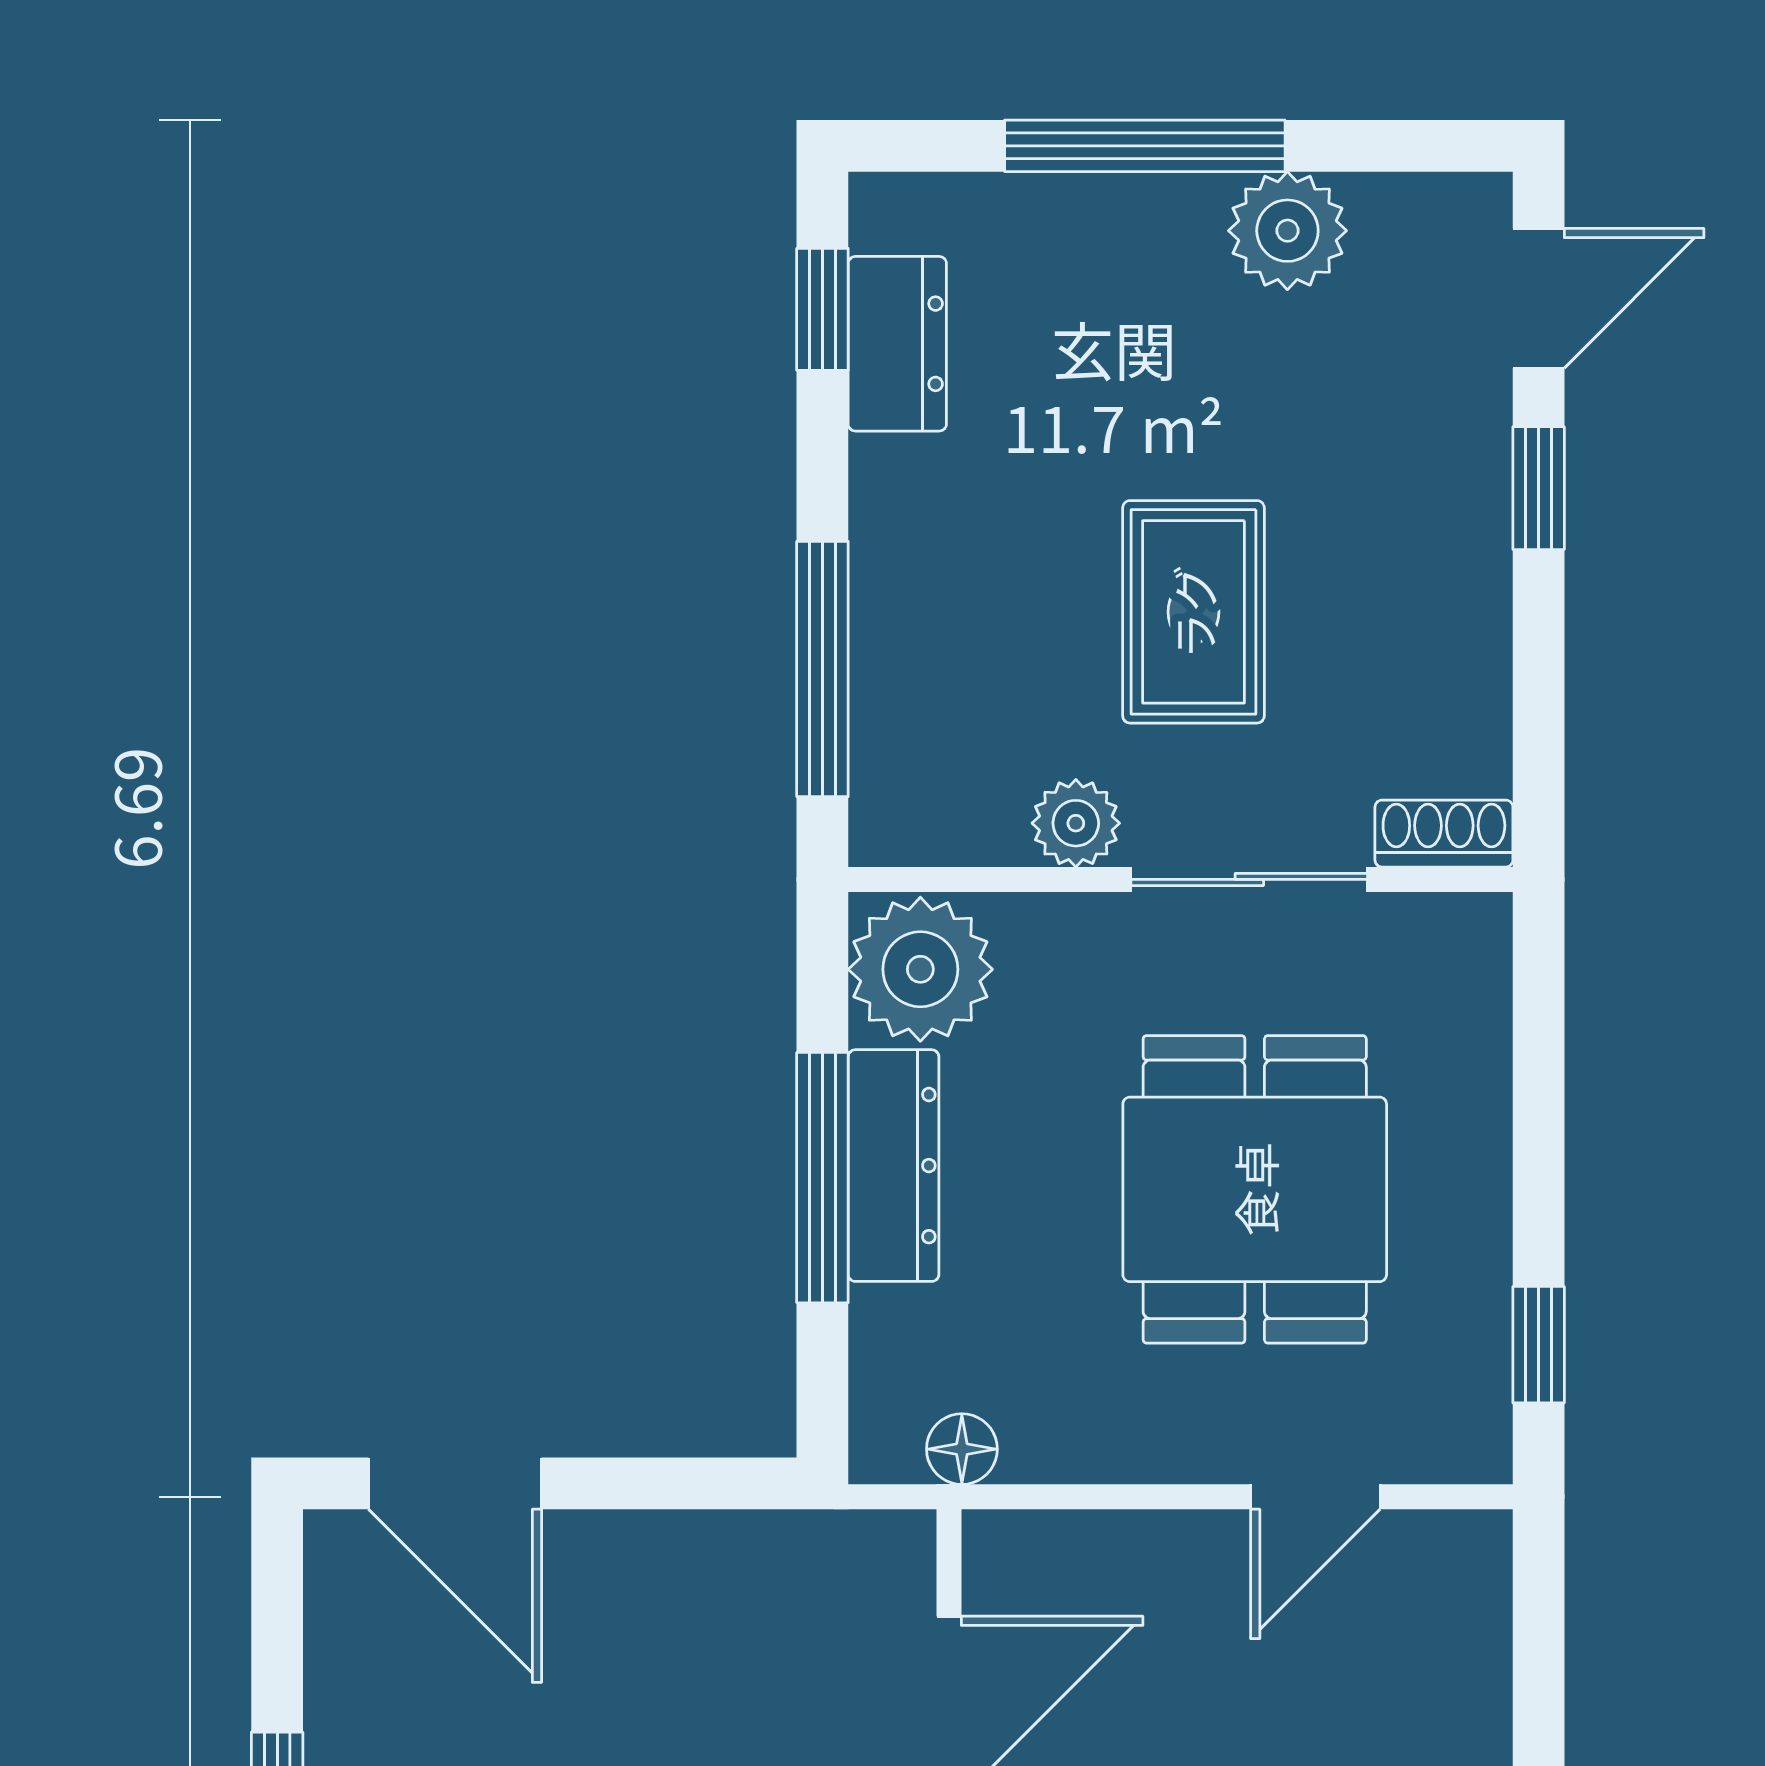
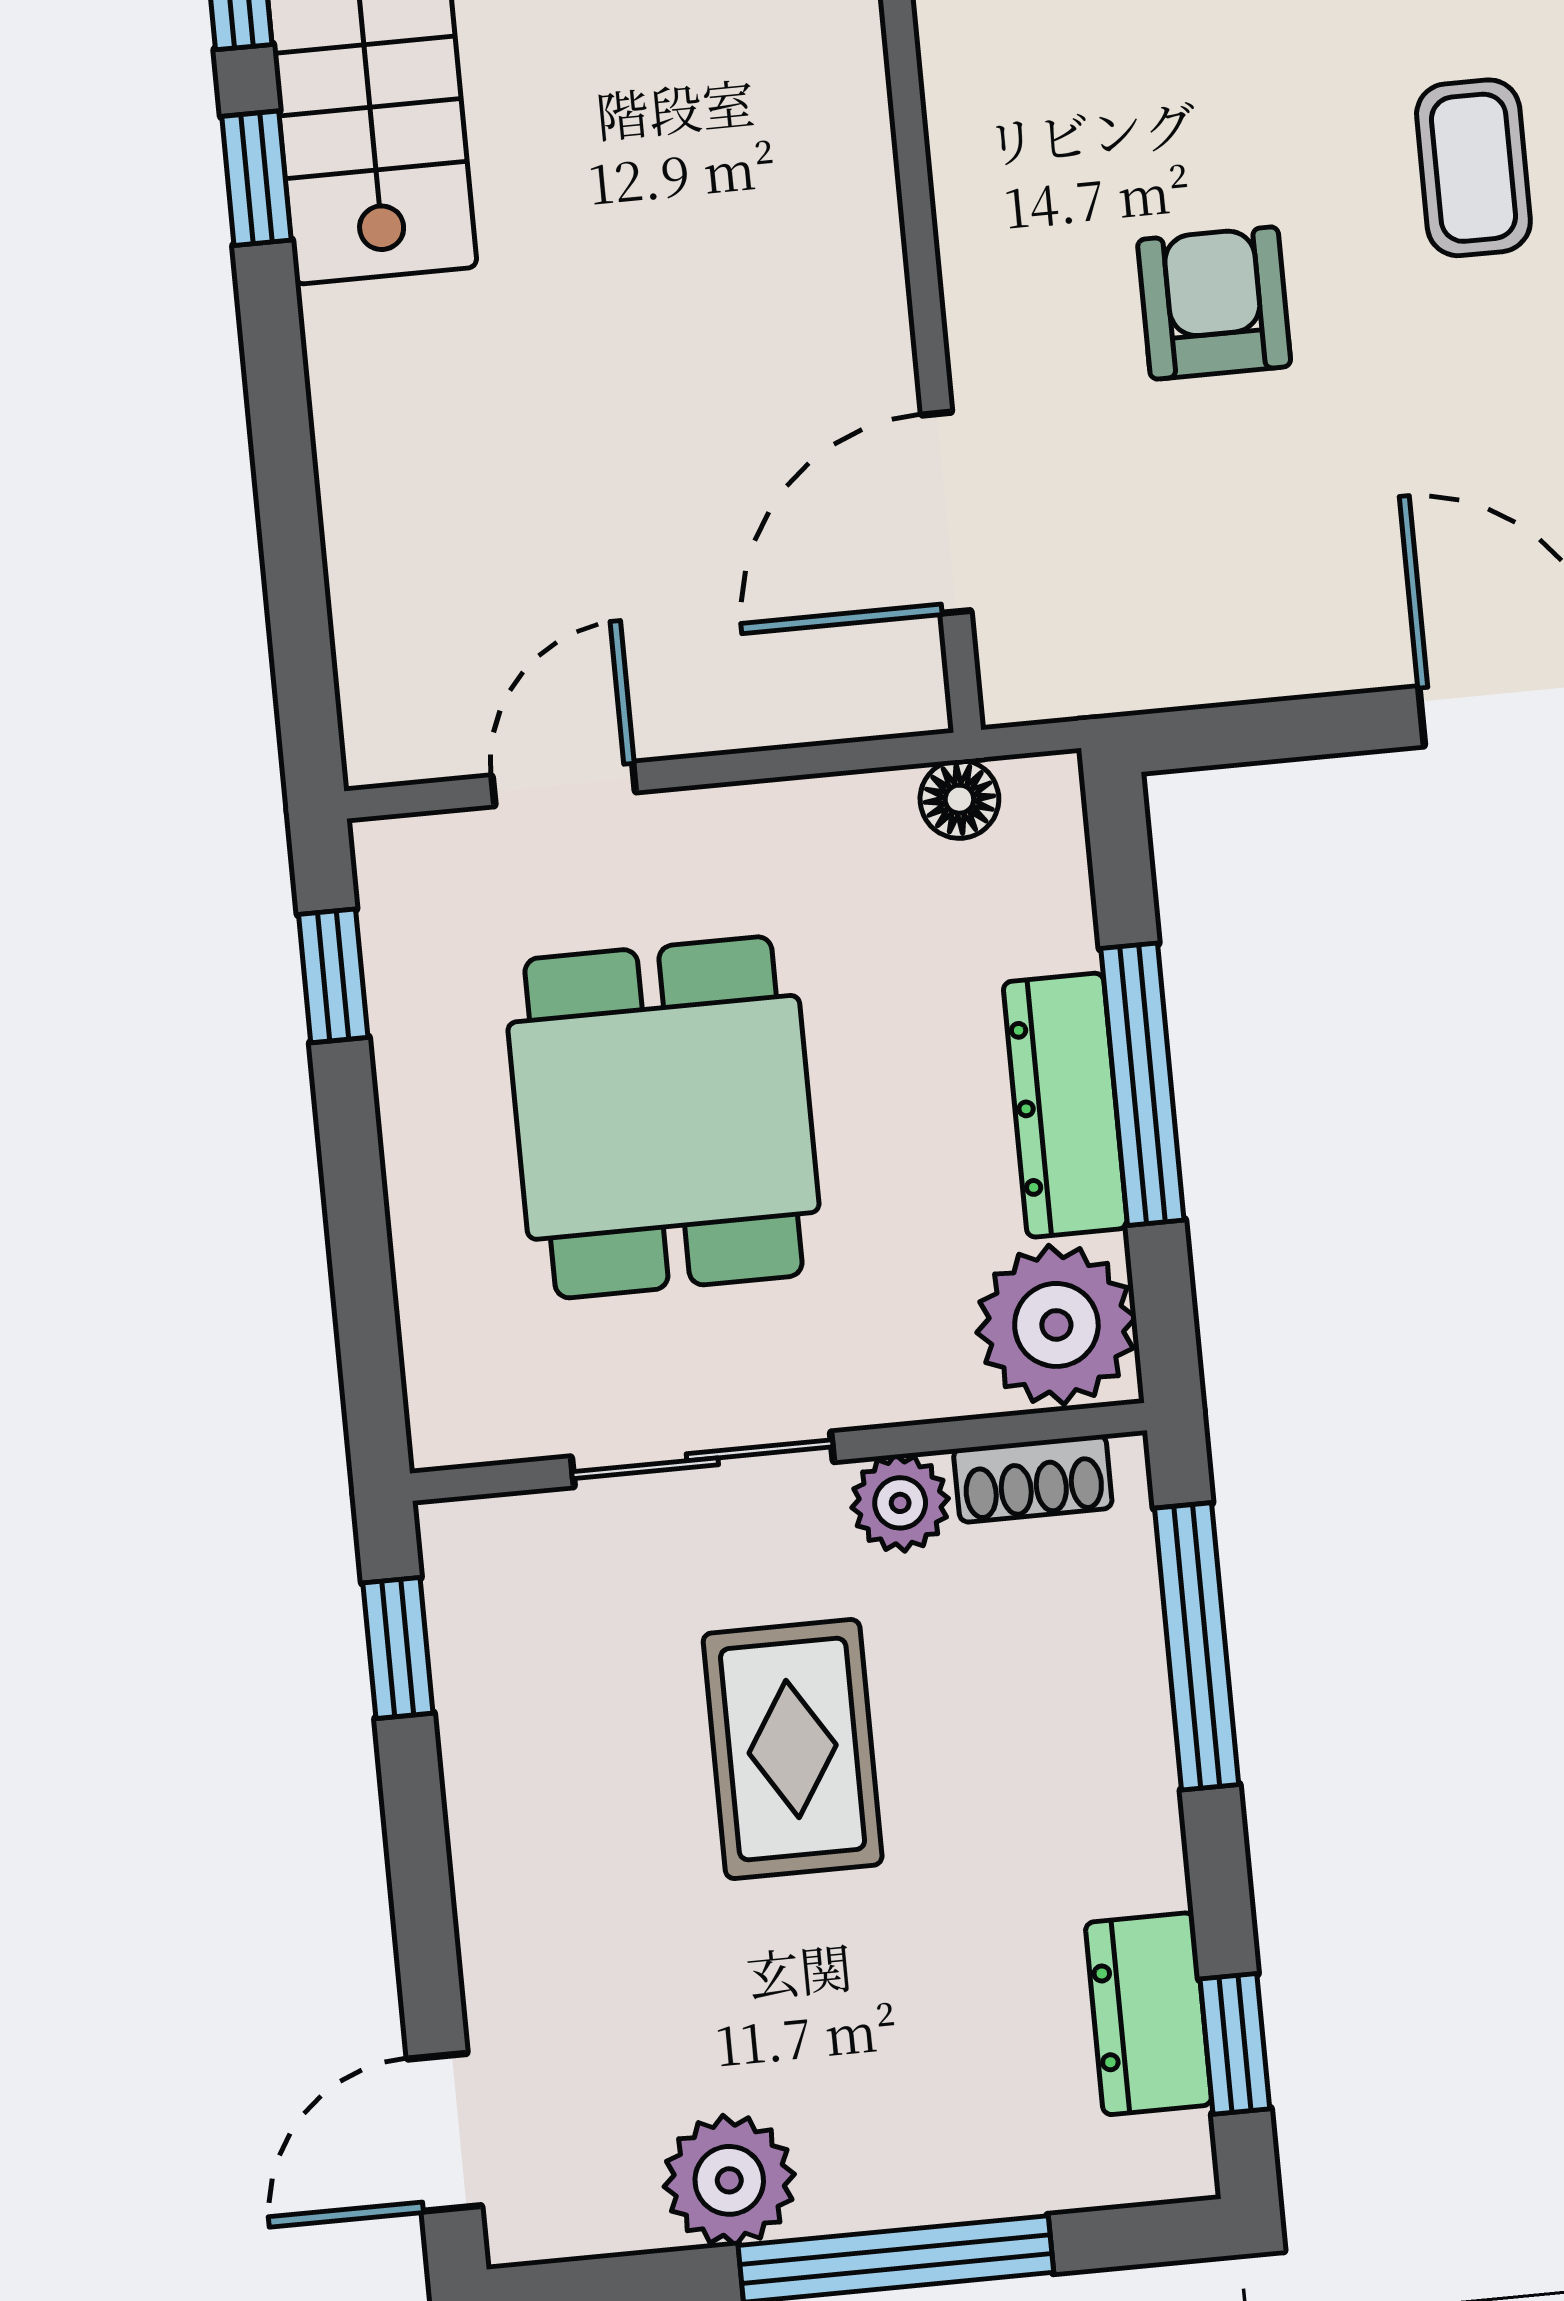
window: (1539, 488) -> (398, 1648), moved
shoe rack: (1444, 834) -> (1033, 1479), moved

